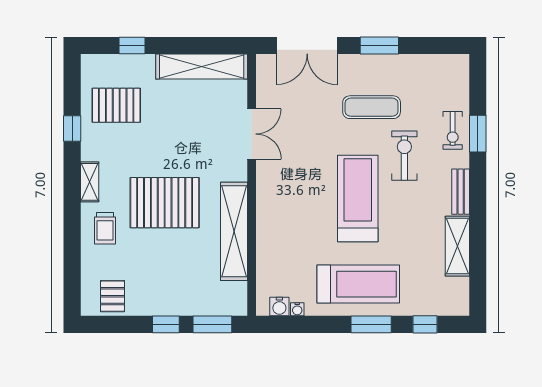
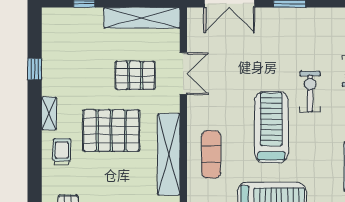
pallet: (116, 105) -> (135, 75), moved
exercise mat: (372, 107) -> (211, 154), moved, turned 90
trolley: (105, 228) -> (62, 152), turned 180

